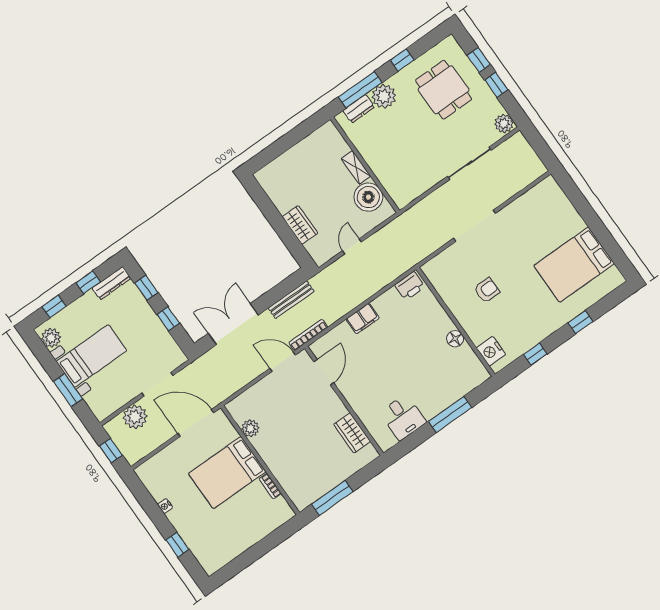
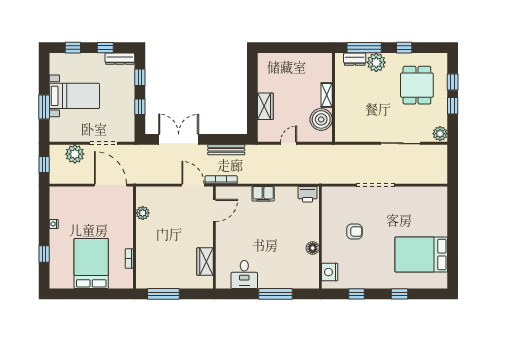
plant: (51, 338) -> (57, 66), removed
bed: (227, 473) -> (91, 263), moved, turned 90

